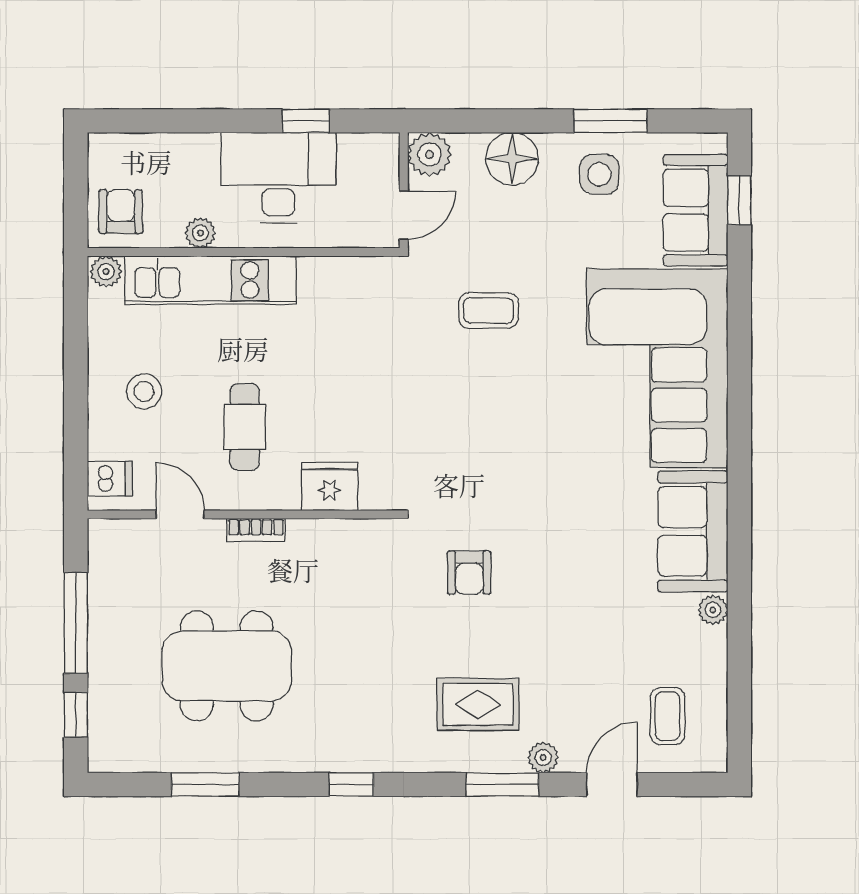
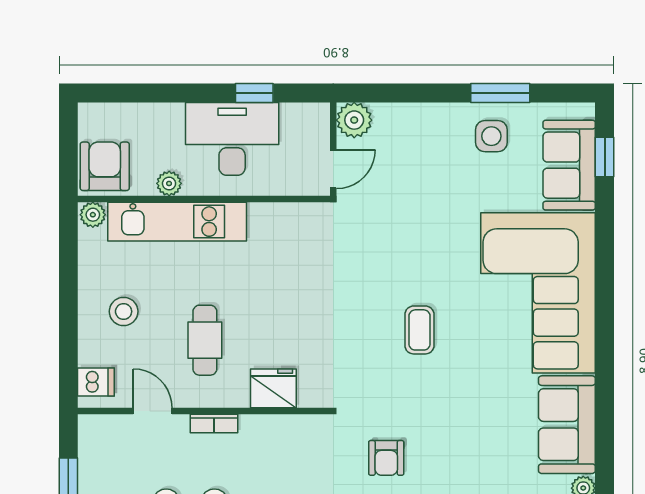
floor lamp: (512, 159) -> (421, 124), removed
armchair: (121, 212) -> (105, 166), width x1.38, depth x1.38
coffee table: (488, 310) -> (419, 330), moved, turned 90

